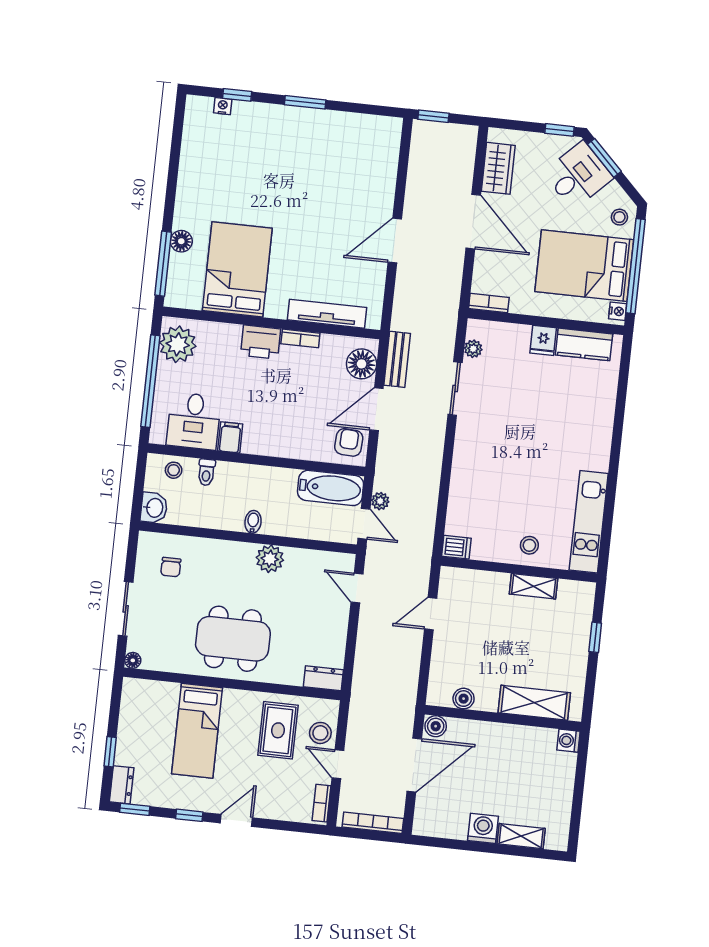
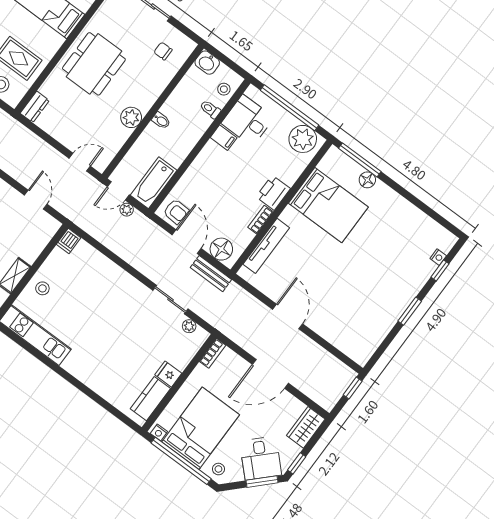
wardrobe: (498, 168) -> (306, 427), moved, turned 90

